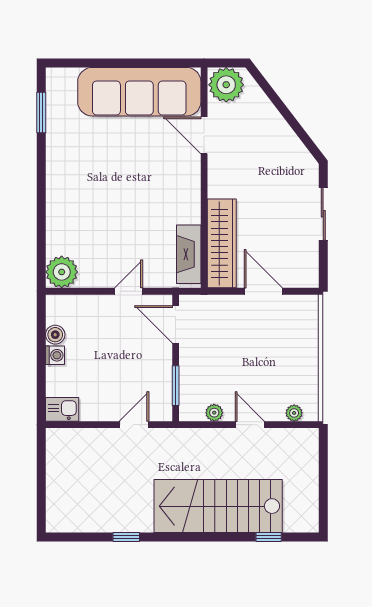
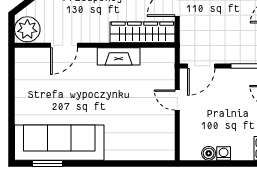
sofa: (139, 92) -> (59, 143), moved, turned -90
fireplace: (189, 254) -> (119, 56), moved
plant: (62, 272) -> (163, 149), removed

